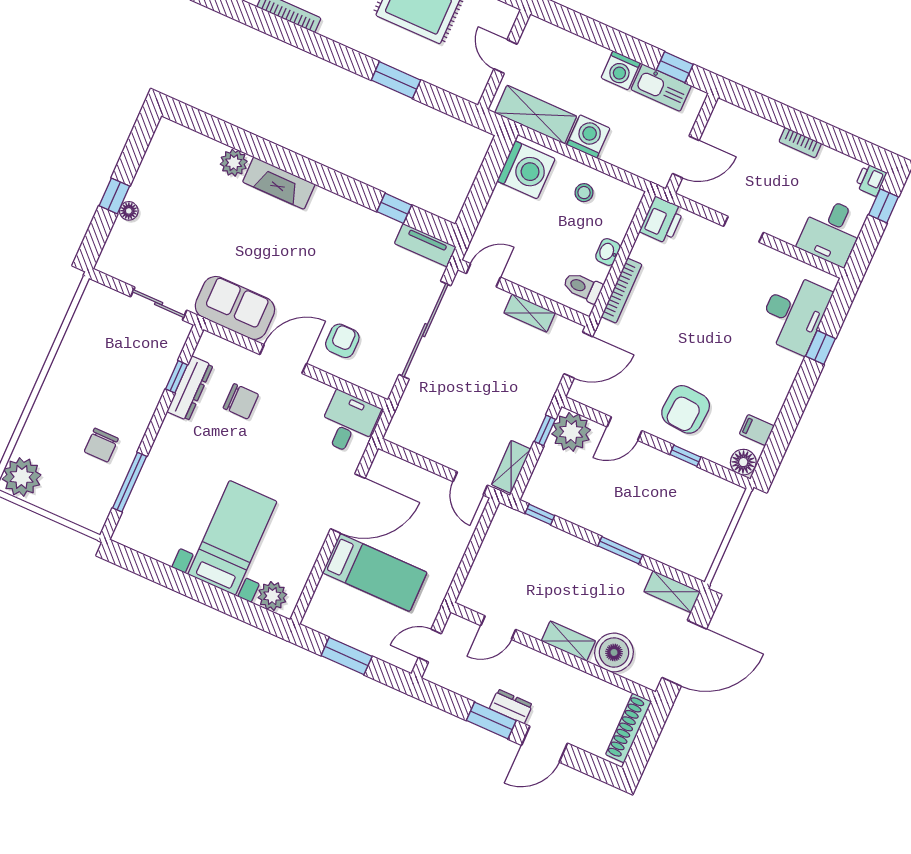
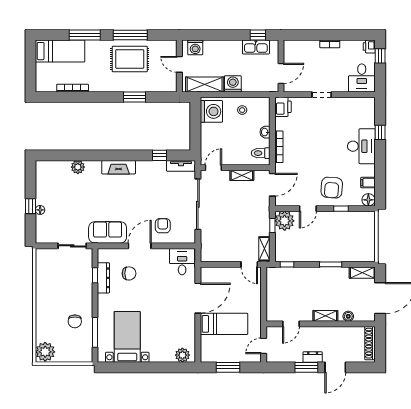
washing machine: (621, 70) -> (195, 47), moved
fireplace: (279, 183) -> (119, 167), moved
desk: (794, 313) -> (361, 146), moved
bed with nightstands: (232, 538) -> (127, 337), moved
boiler: (614, 652) -> (348, 316), width x0.54, depth x0.54

